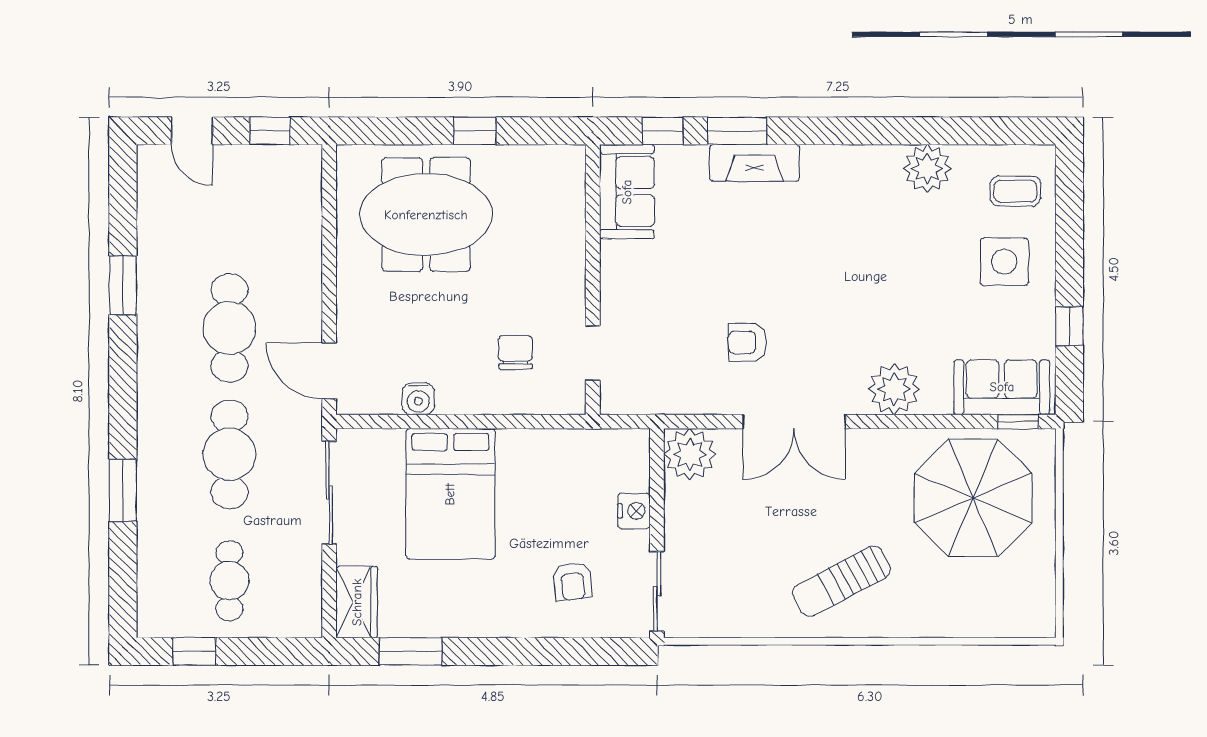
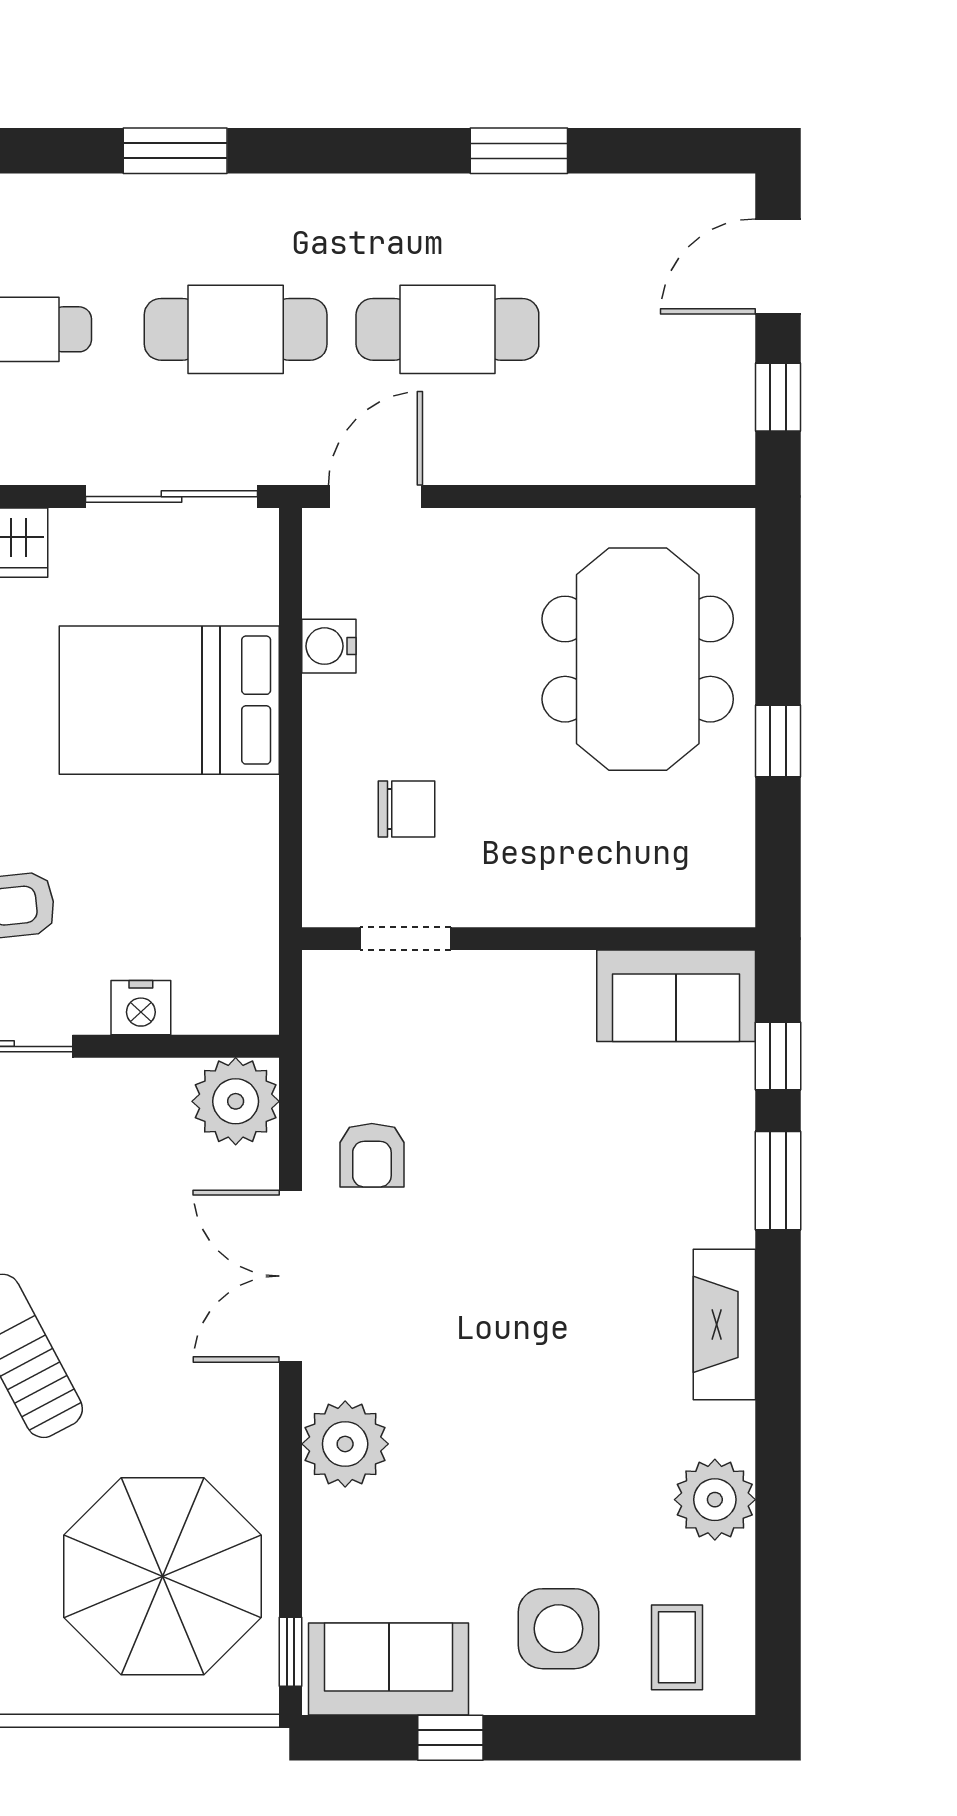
door: (192, 131) -> (778, 267), width x1.38
fireplace: (754, 163) -> (724, 1324), moved
armchair: (747, 342) -> (372, 1155), moved, turned 180
sofa: (1002, 387) -> (389, 1669), moved, turned -90

